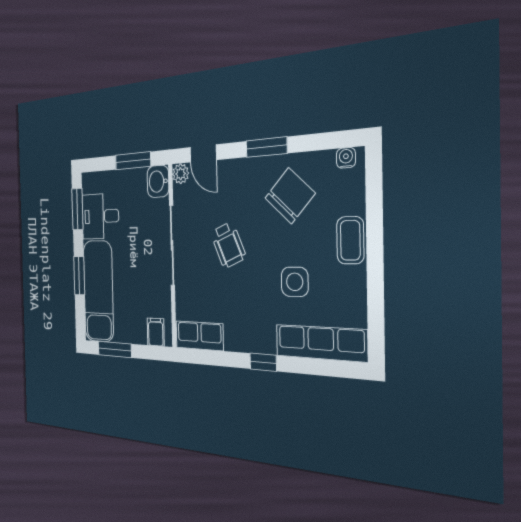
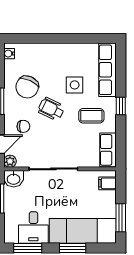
chair: (230, 193) -> (23, 126), added
chair: (290, 196) -> (27, 87), turned -109
coffee table: (350, 240) -> (91, 116), moved
wheelchair: (228, 245) -> (51, 109), moved, turned -131

